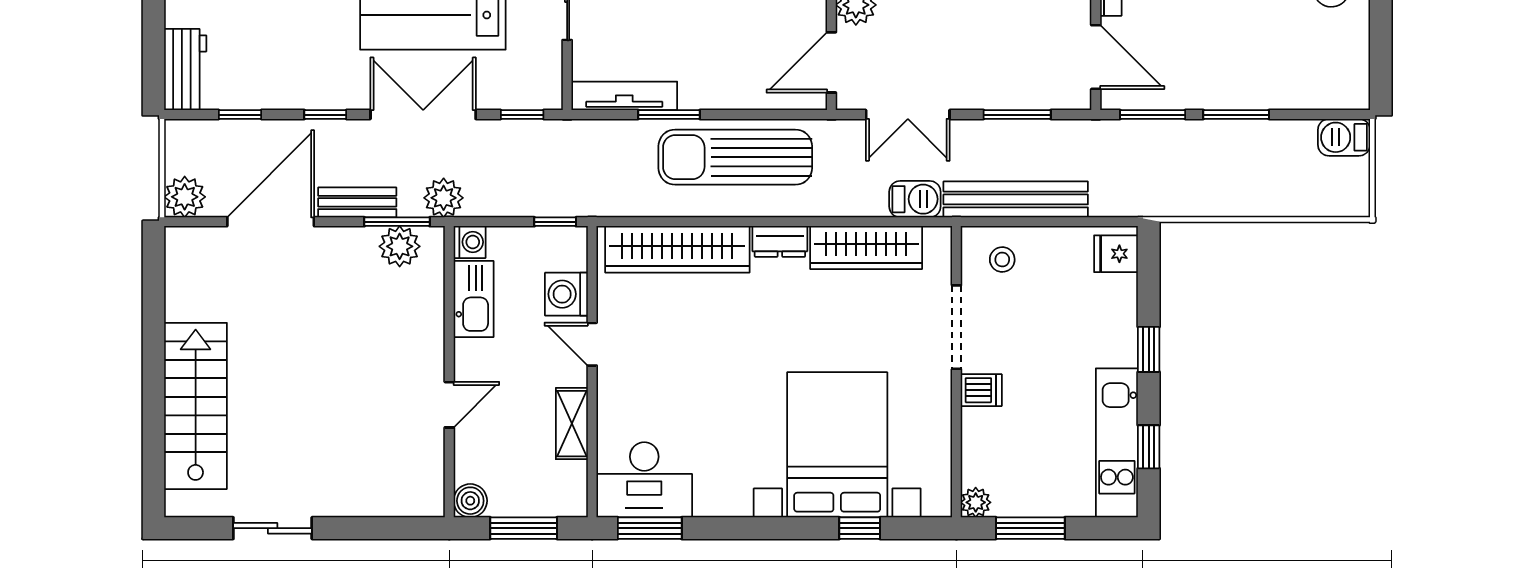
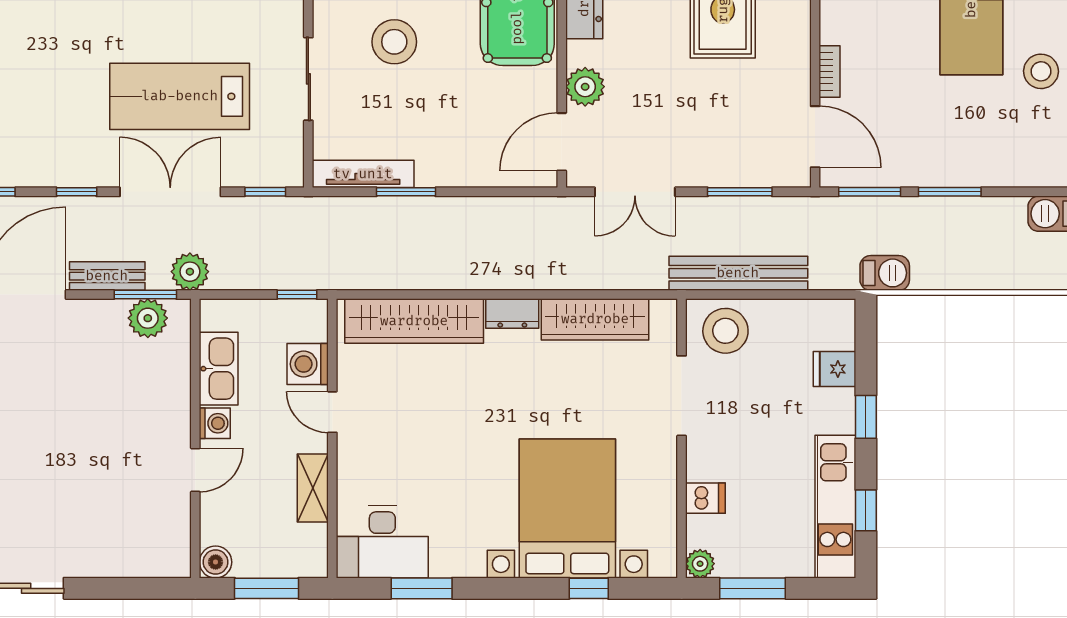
sun lounger: (735, 157) -> (470, 233), removed
barbecue: (915, 199) -> (885, 273), moved
washing machine: (470, 242) -> (215, 423), moved
fridge: (1116, 254) -> (834, 369), moved
stool: (1002, 260) -> (725, 331), width x1.89, depth x1.89
dishwasher: (981, 390) -> (705, 498), moved
window: (650, 528) -> (422, 588), moved

